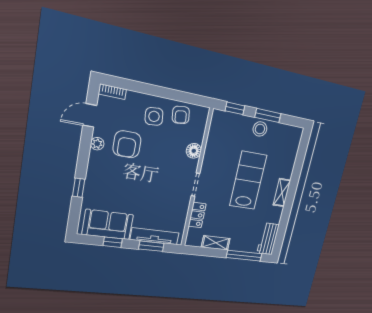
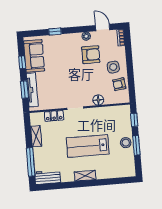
armchair: (127, 144) -> (91, 55), turned 180
lab bench: (248, 180) -> (88, 146), turned 180

